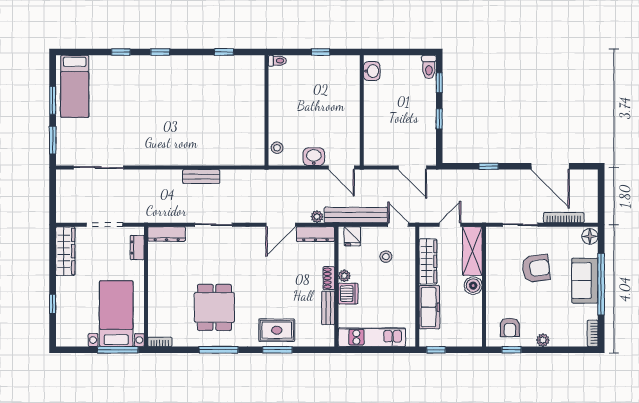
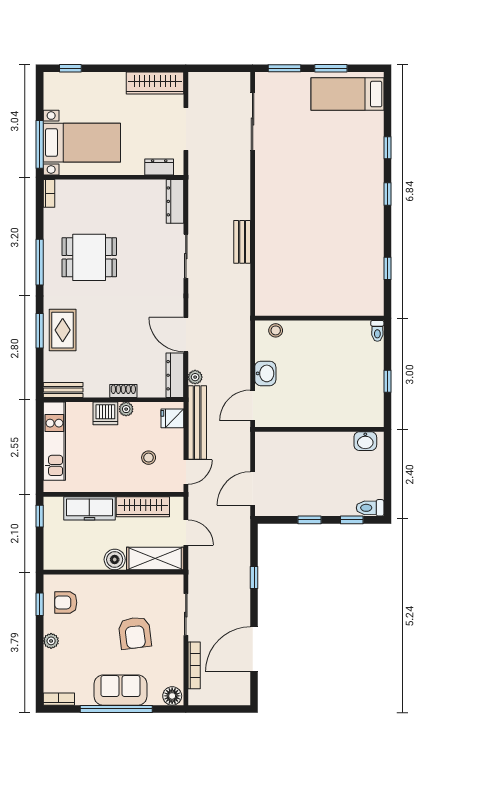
window: (53, 304) -> (70, 68), moved
bench: (328, 308) -> (63, 390), moved

